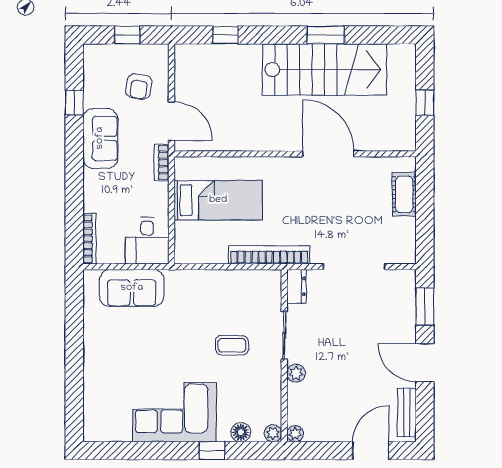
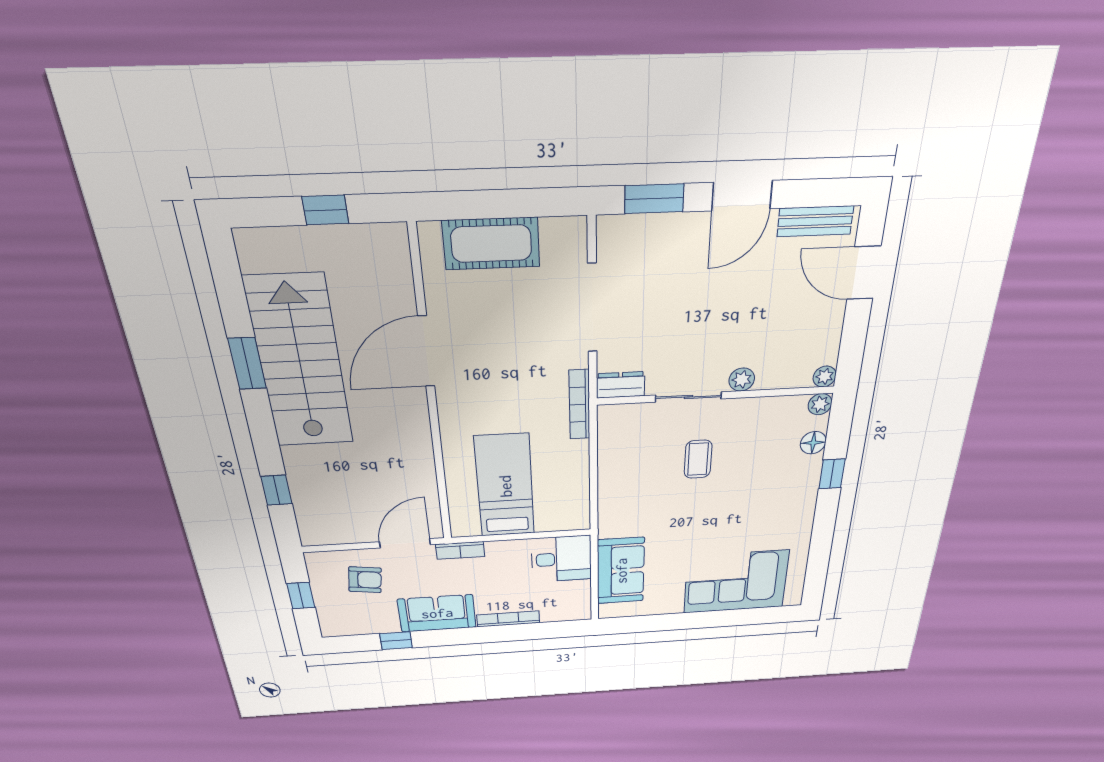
cot: (404, 194) -> (491, 244), width x1.37, depth x1.34
bookcase: (89, 239) -> (508, 619), moved
bookcase: (269, 255) -> (579, 405), width x0.68, depth x0.76
corner sofa: (174, 412) -> (736, 582), moved, turned 90

